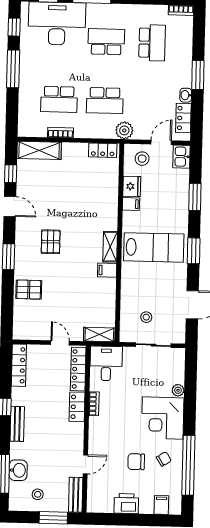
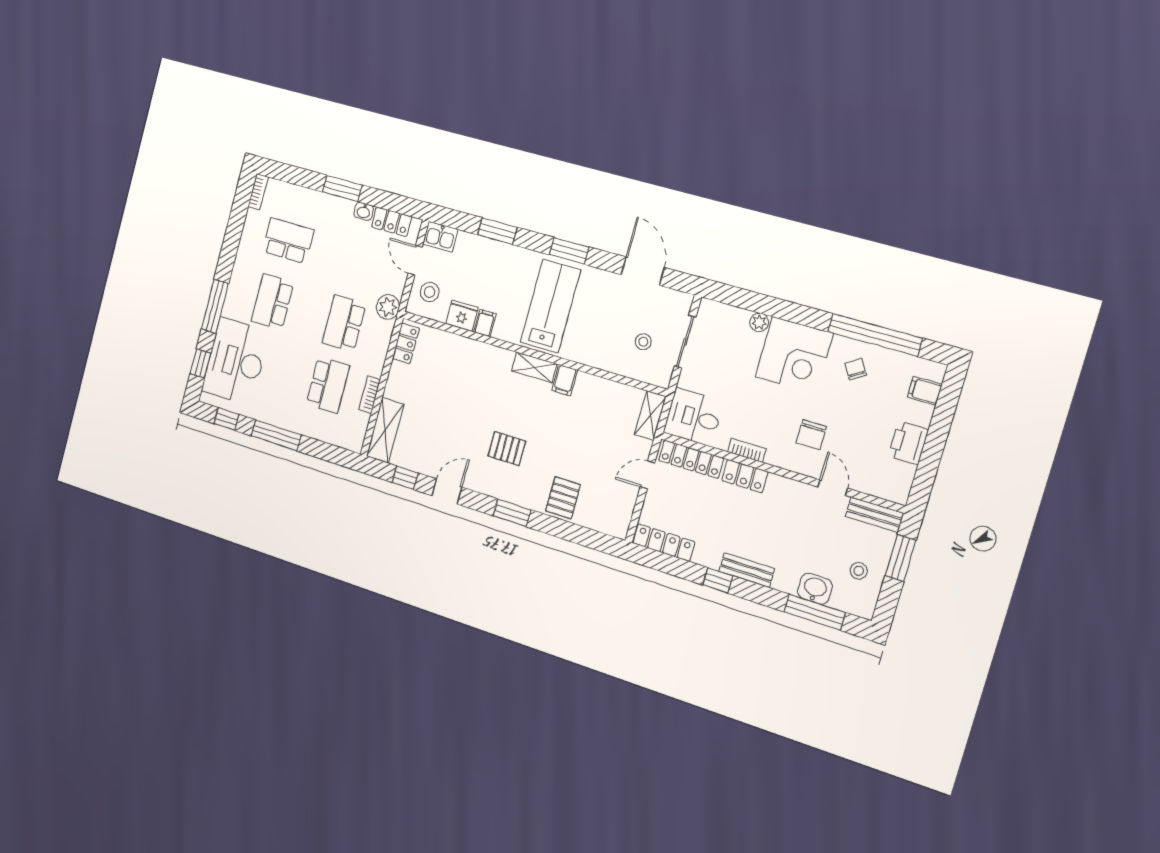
school desk: (105, 100) -> (344, 323), turned 180
chair: (136, 462) -> (811, 435), moved

